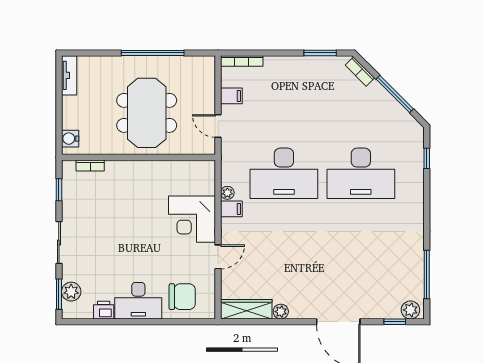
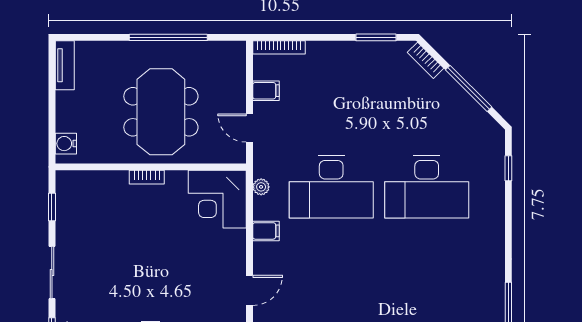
bookcase: (90, 166) -> (147, 177), moved
plant: (227, 193) -> (261, 187), moved
corner desk: (192, 219) -> (217, 199), moved

